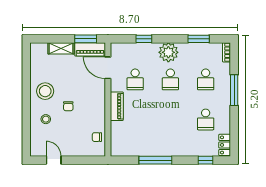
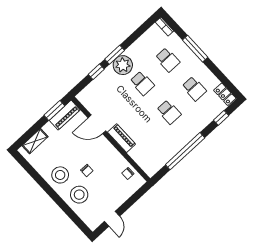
window: (199, 39) -> (115, 55), moved
shelving: (61, 48) -> (35, 141), moved
door: (108, 68) -> (97, 124), moved
school desk: (135, 79) -> (169, 112), moved
stool: (46, 119) -> (79, 195), width x1.89, depth x1.89
door: (54, 160) -> (112, 219), swing flipped
window: (155, 160) -> (185, 151), width x1.46

